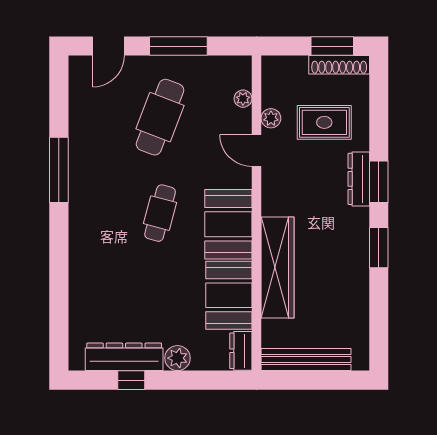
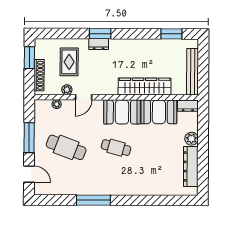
shoe rack: (339, 65) -> (39, 75), moved
dresser: (359, 179) -> (99, 44), width x0.70
window: (379, 248) -> (171, 34), moved
window: (131, 380) -> (203, 163), removed

